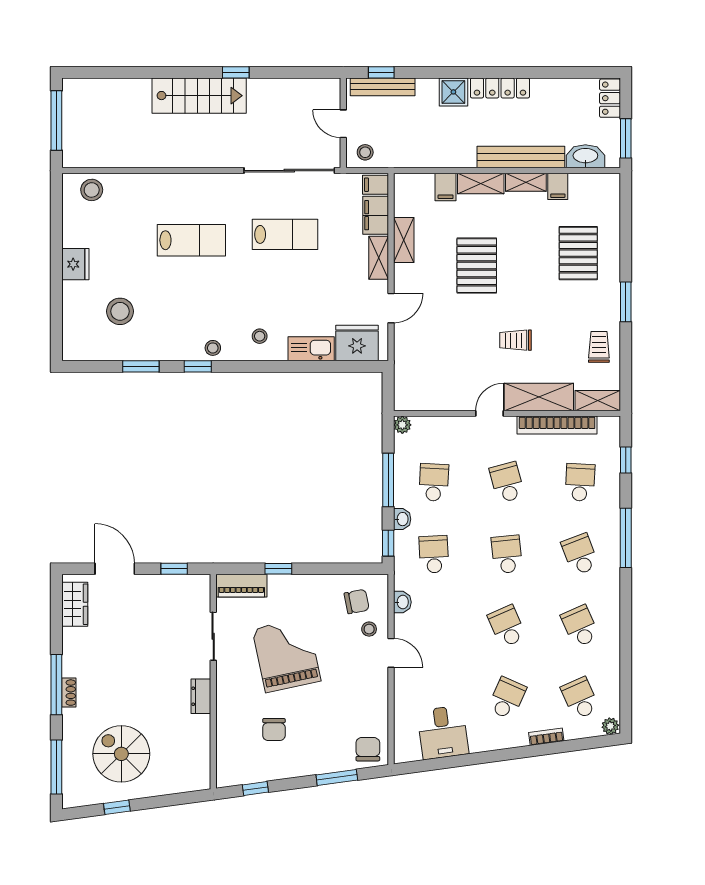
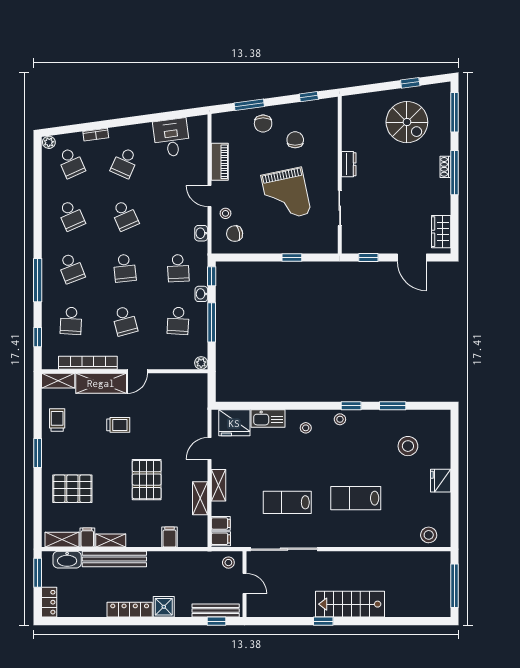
shelving: (481, 184) -> (62, 540), moved
filing cabinet: (376, 215) -> (221, 523), width x0.50
pallet: (578, 253) -> (72, 489), turned 90
trolley: (599, 347) -> (57, 420), turned 180
piano: (241, 586) -> (220, 162), moved, turned 90
chair: (368, 749) -> (263, 124), moved

